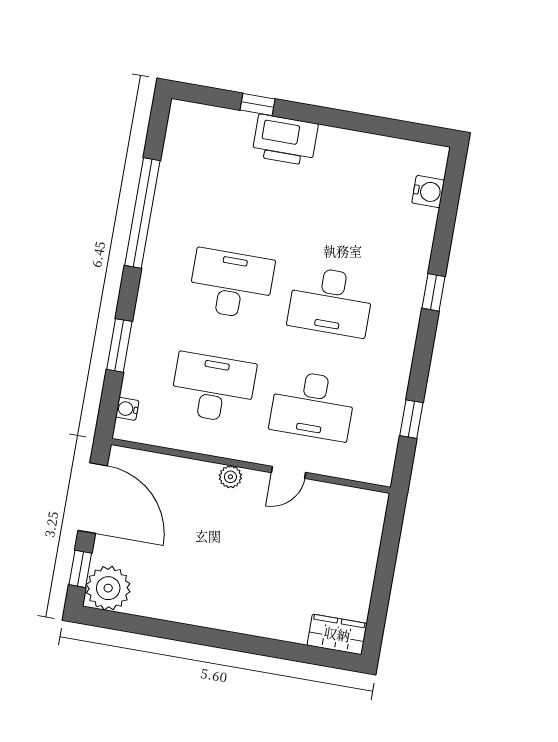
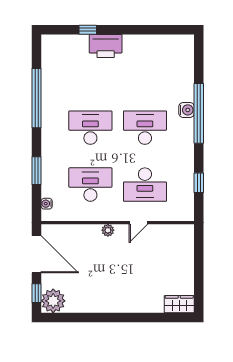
water cooler: (428, 192) -> (187, 110), moved
window: (434, 292) -> (199, 113), width x3.17
desk: (331, 301) -> (145, 128), turned 180

